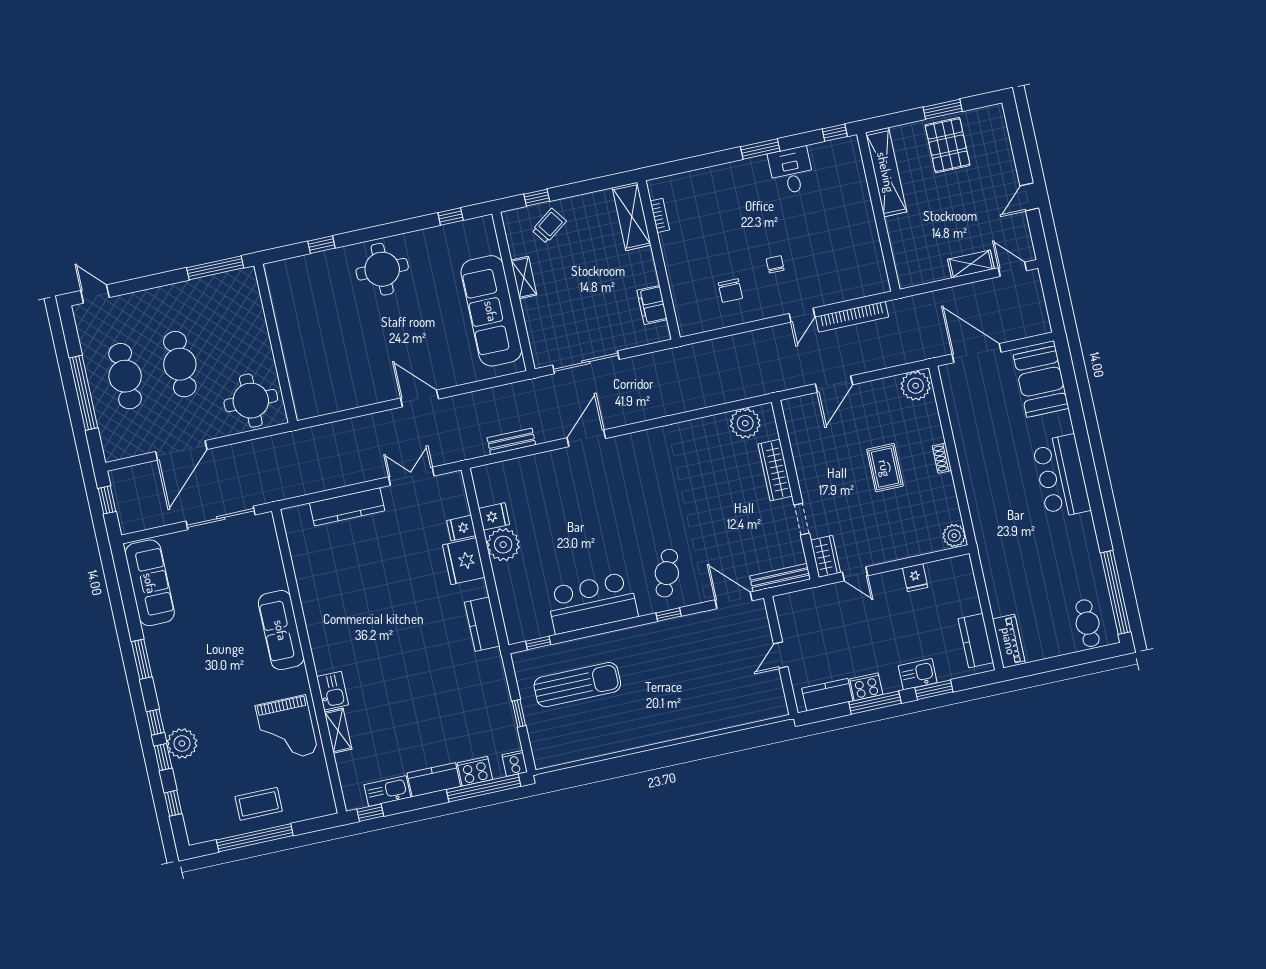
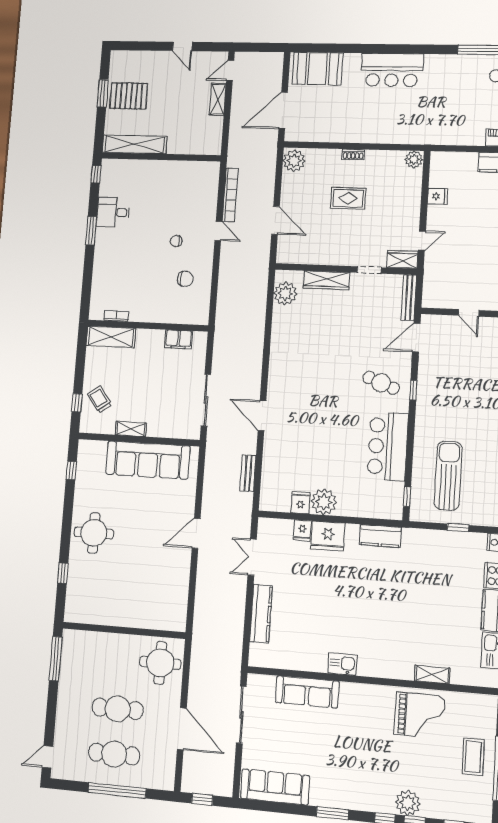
sofa: (281, 630) -> (307, 692), moved
kitchen sink: (333, 691) -> (342, 664), moved

